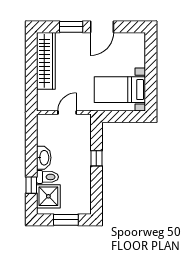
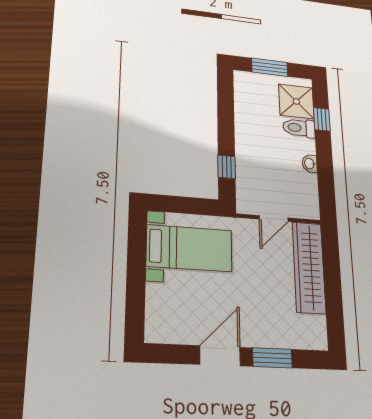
wardrobe: (46, 61) -> (309, 267), moved
washbasin: (44, 158) -> (310, 164), width x0.52, depth x0.69
window: (96, 158) -> (227, 167), moved

